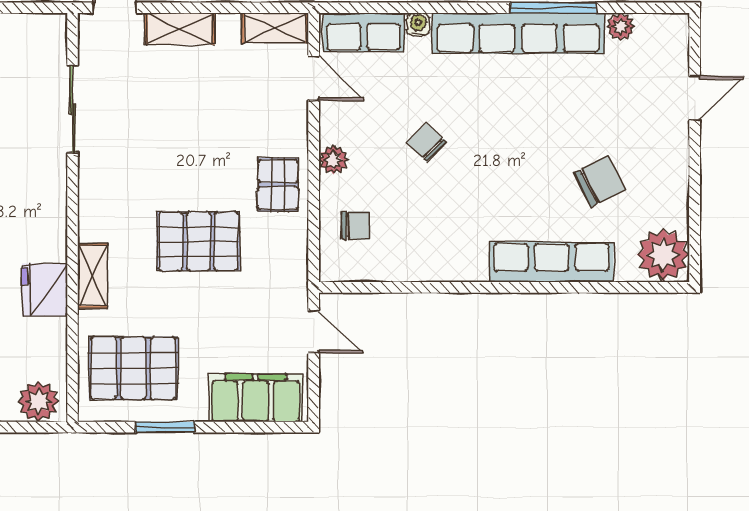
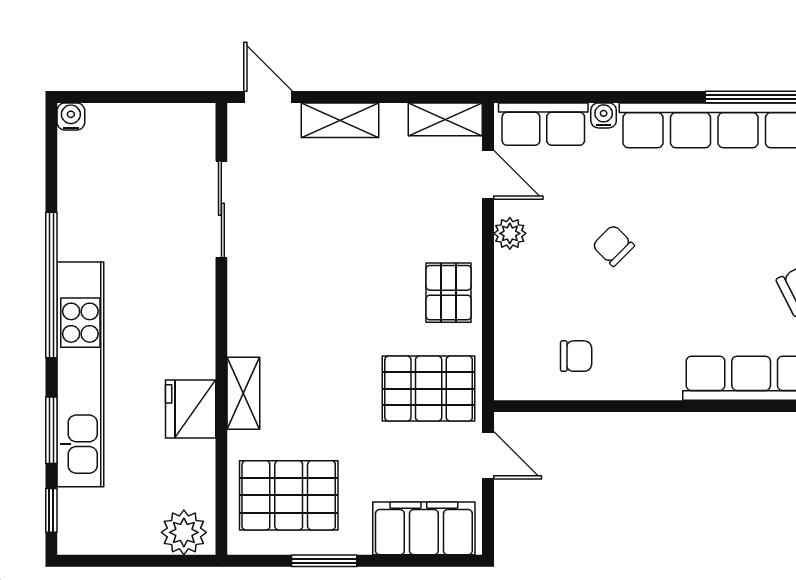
plant: (333, 160) -> (510, 233), moved
chair: (356, 226) -> (576, 356), moved
pallet: (198, 241) -> (429, 389), moved

